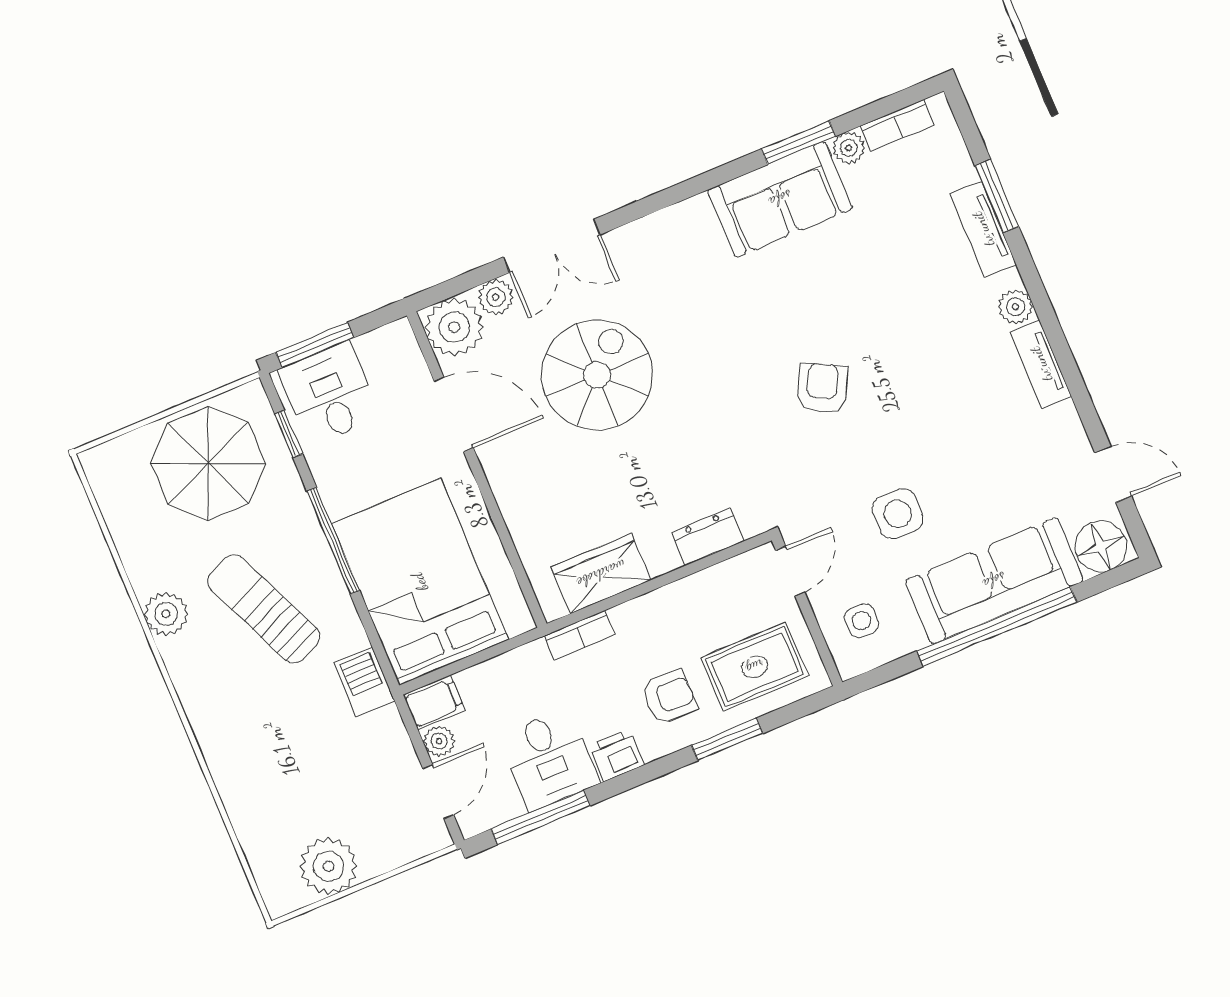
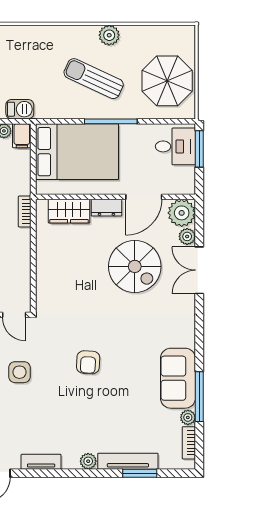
window: (798, 143) -> (199, 397), width x1.44
tv unit: (983, 229) -> (128, 461), width x1.41
tv unit: (1041, 364) -> (41, 462), moved
armchair: (822, 388) -> (88, 362), turned 66
window: (289, 434) -> (165, 121), removed
dresser: (708, 537) -> (106, 208), moved, turned 90
wardrobe: (601, 574) -> (69, 211), moved, turned 90
sun lounger: (264, 609) -> (94, 79), turned -131
barbecue: (364, 682) -> (20, 109), moved

